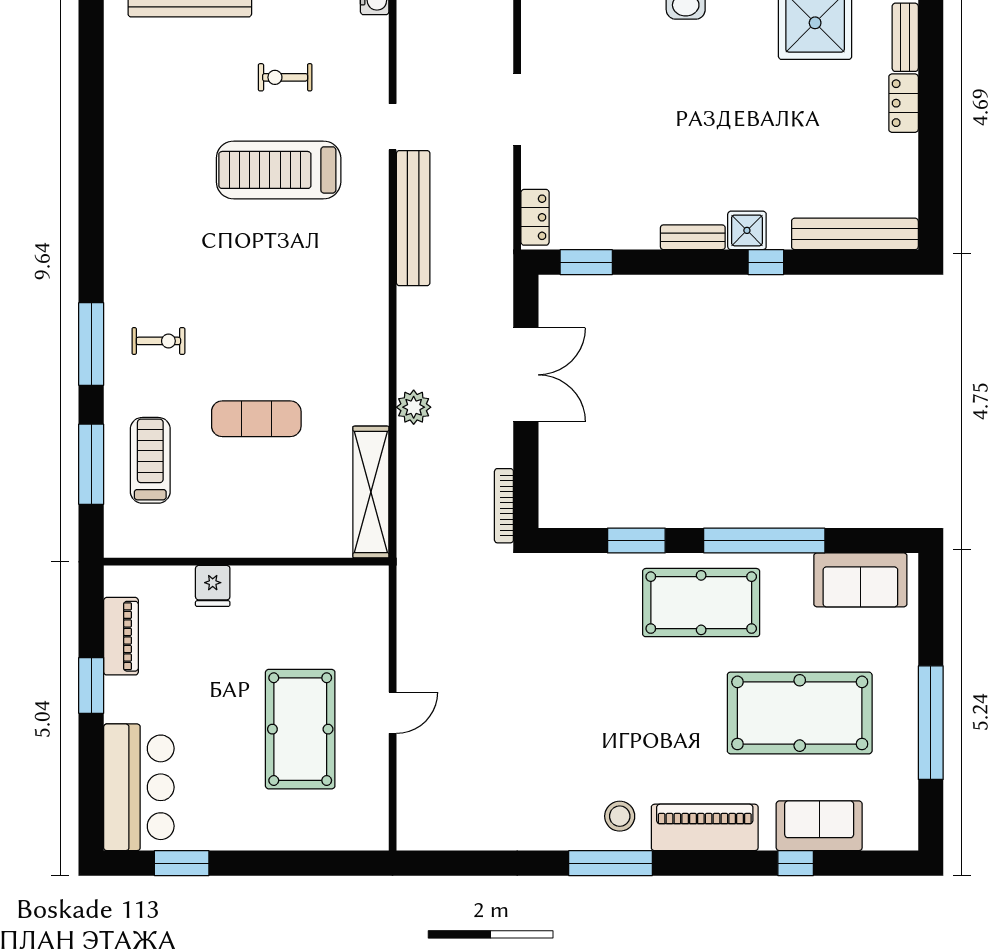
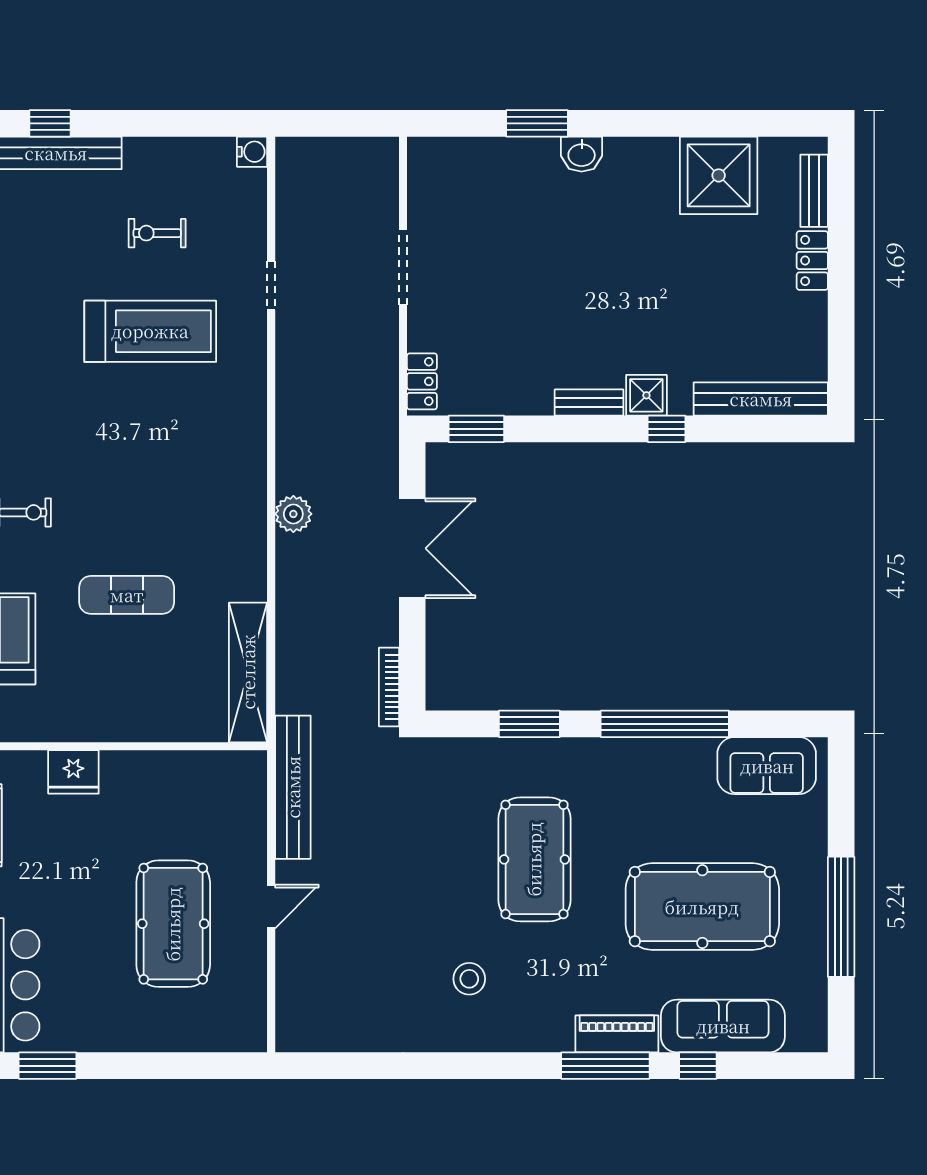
treadmill: (279, 170) -> (150, 331), turned 180
bench: (413, 218) -> (293, 787), moved
plant: (414, 407) -> (293, 514), moved
fridge: (213, 586) -> (73, 772), width x1.38
pool table: (701, 603) -> (534, 859), moved, turned 90
stool: (620, 816) -> (469, 979), moved
sofa: (819, 826) -> (723, 1026), width x1.36
piano: (705, 827) -> (617, 1034), width x0.73, depth x0.75
window: (611, 863) -> (605, 1066), moved

